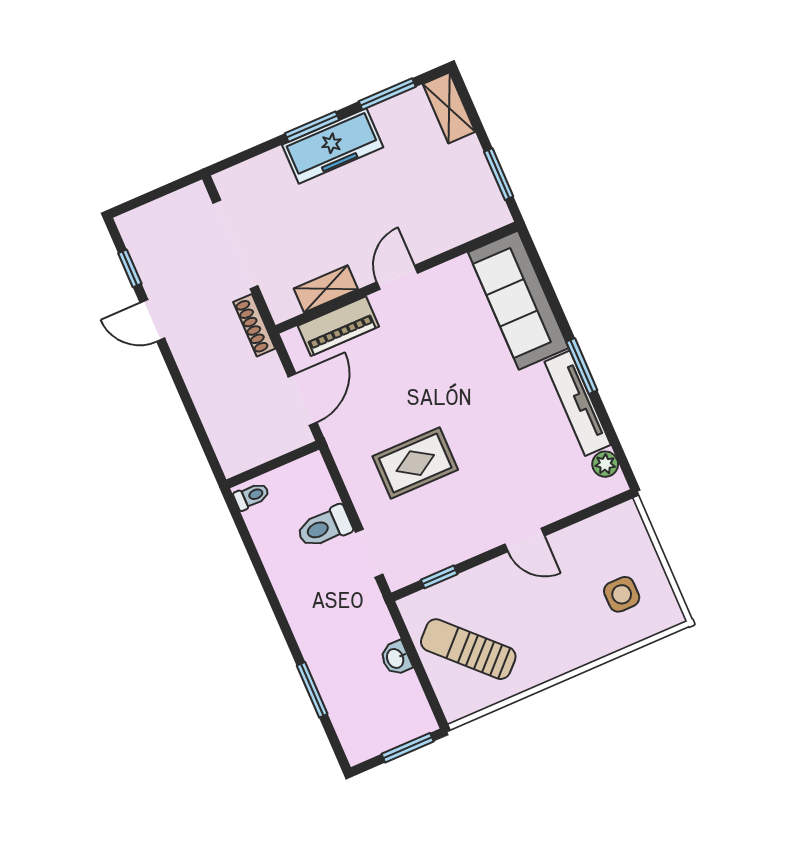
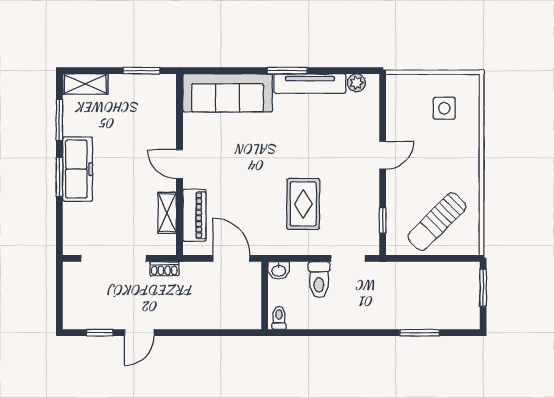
shoe rack: (254, 325) -> (164, 269), width x0.70
washbasin: (396, 658) -> (279, 270), moved

